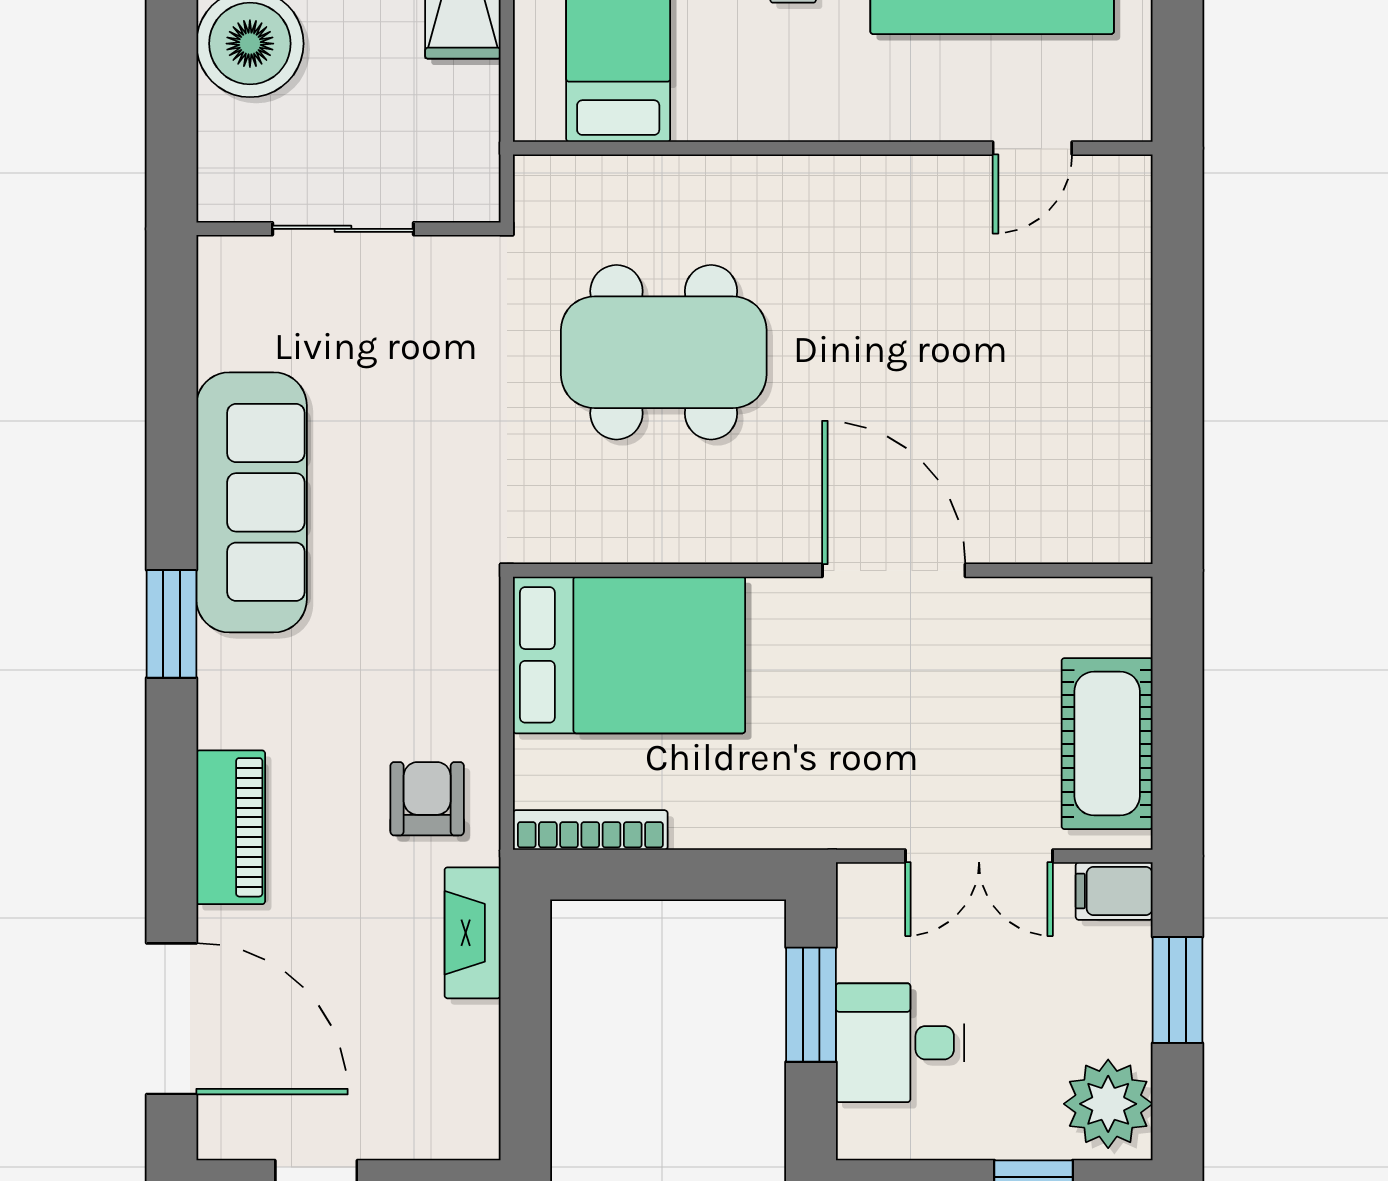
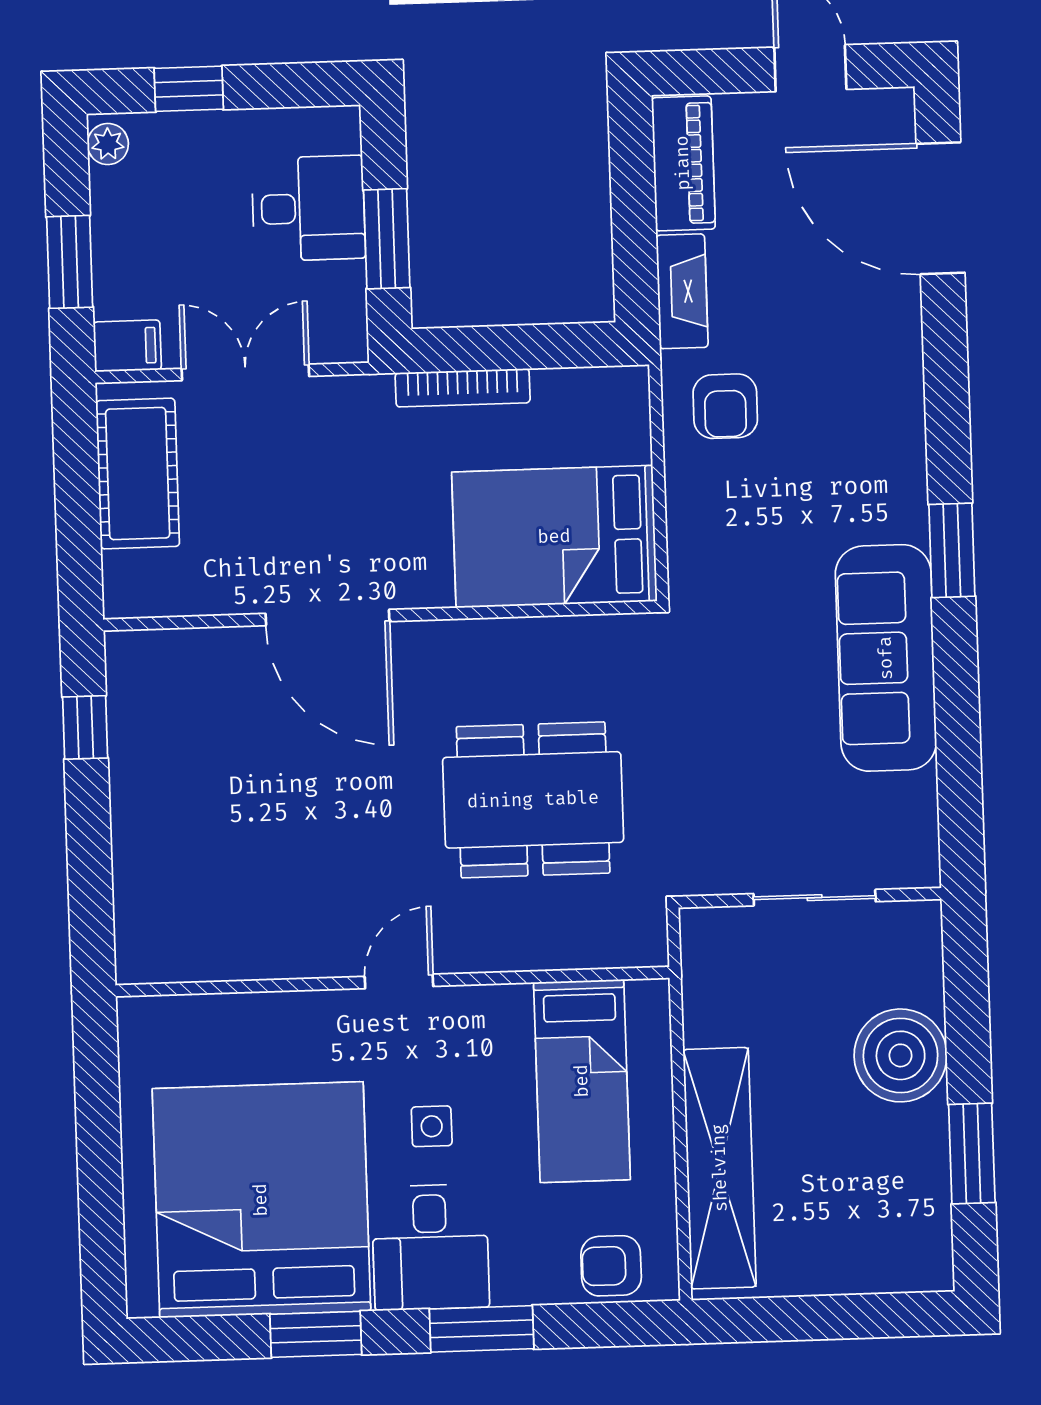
door: (1032, 148) -> (399, 981), moved
window: (1177, 453) -> (85, 727), added
piano: (231, 827) -> (683, 163), moved, turned 180
bookcase: (590, 830) -> (463, 388), moved
plant: (1108, 1104) -> (108, 144), width x0.53, depth x0.53

